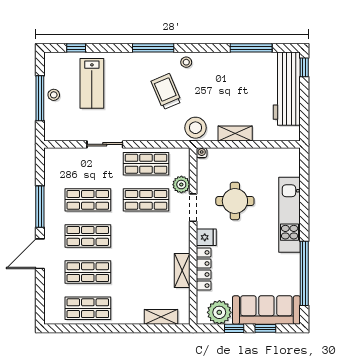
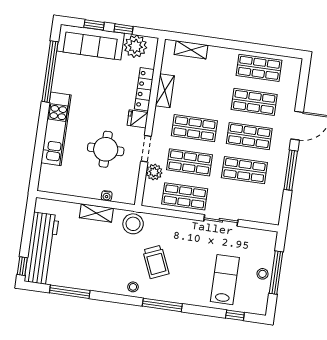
water cooler: (202, 153) -> (107, 196), moved
shop shelf: (146, 236) -> (194, 128), added

